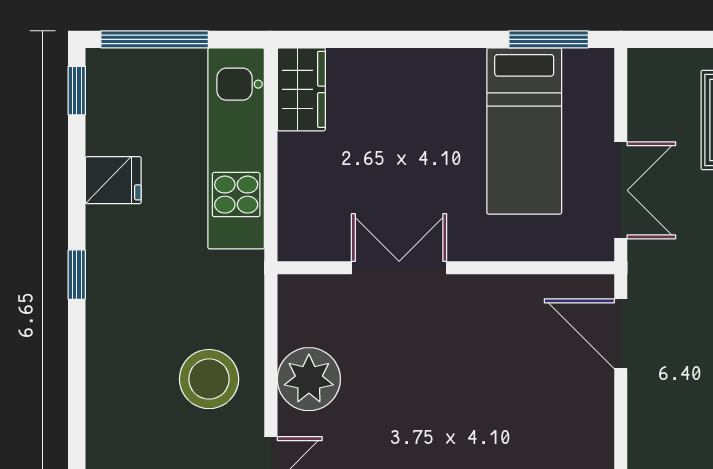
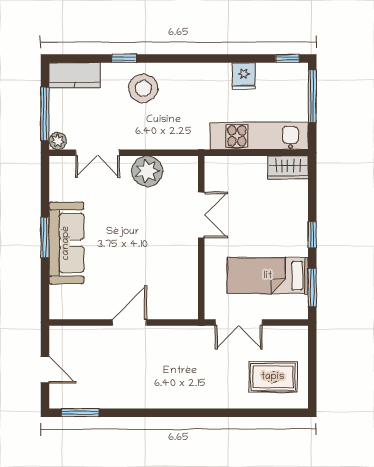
window: (440, 39) -> (312, 235), added
window: (77, 275) -> (124, 58), moved
door: (621, 334) -> (129, 323), moved
stool: (209, 379) -> (143, 88), moved

